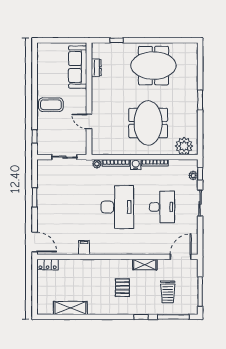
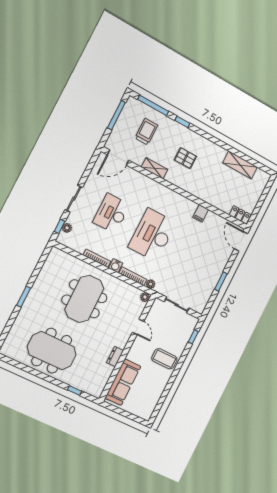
dresser: (96, 68) -> (115, 356), moved
plant: (184, 146) -> (145, 297), moved, width x0.53, depth x0.53
pallet: (122, 288) -> (185, 158), turned 90

